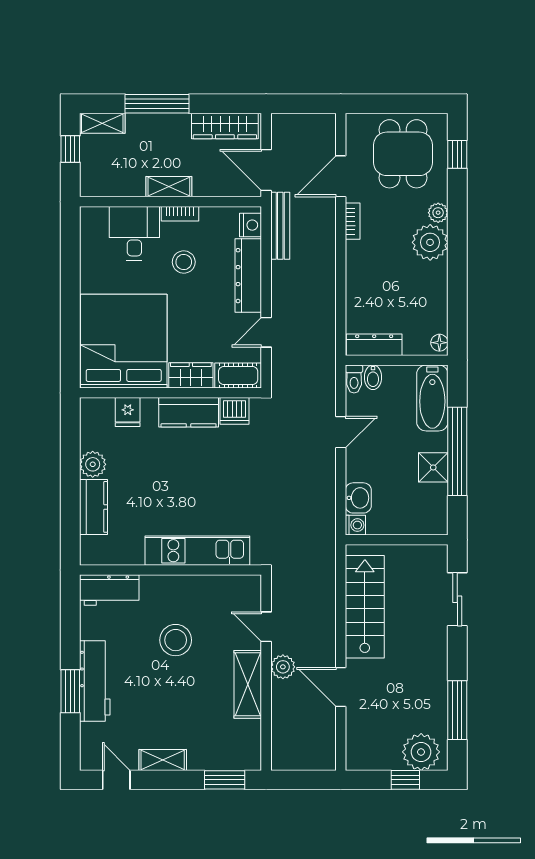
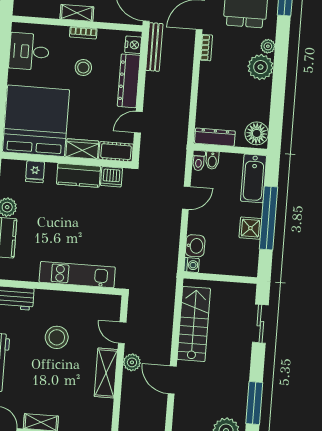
desk: (134, 233) -> (29, 52), moved, turned -90
floor lamp: (439, 343) -> (257, 133), width x1.89, depth x1.89

